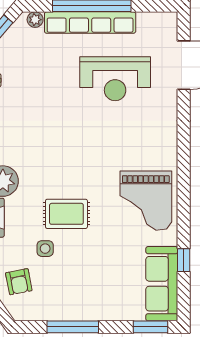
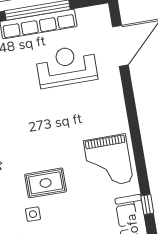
reception desk: (115, 79) -> (67, 66), turned 180

